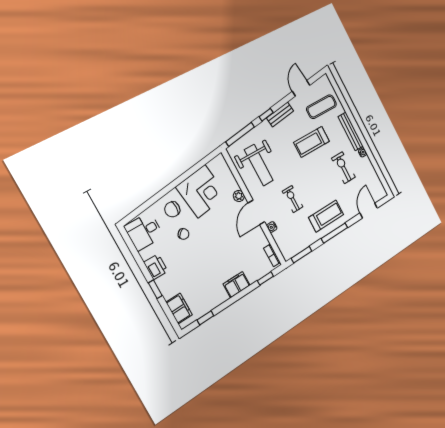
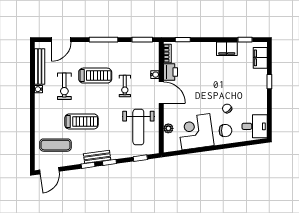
door: (301, 88) -> (49, 171), moved
window: (283, 102) -> (88, 165), added
bench: (351, 131) -> (40, 67), moved
window: (240, 134) -> (140, 158), width x0.46
weight bench: (259, 165) -> (138, 127), turned 180
plant: (239, 196) -> (168, 128), moved
door: (256, 212) -> (161, 93), hinge flipped
treadmill: (326, 216) -> (95, 76), moved, turned 180
printer: (156, 267) -> (170, 72), moved, turned 180
filing cabinet: (237, 285) -> (227, 49), moved

